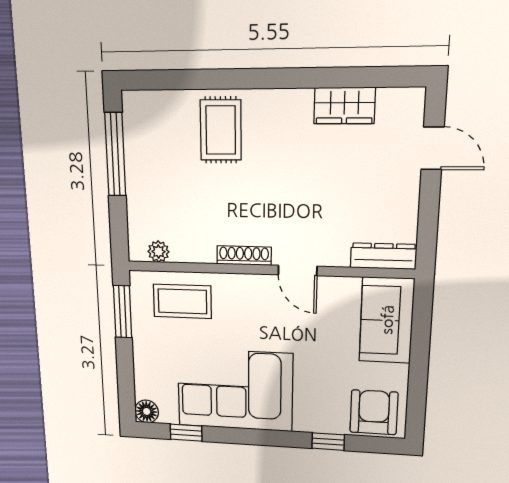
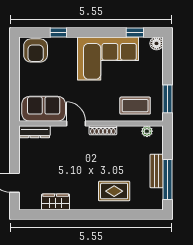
rug: (221, 130) -> (114, 191), turned 90
bench: (137, 172) -> (157, 171), added
sofa: (387, 320) -> (44, 109), moved, turned -90

